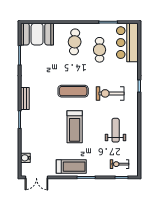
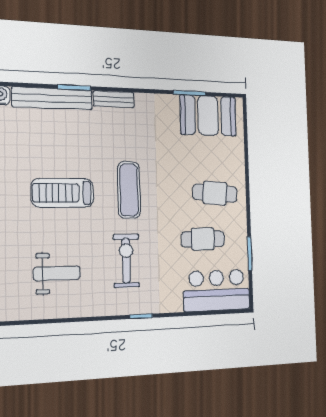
booth: (37, 34) -> (208, 116), moved, turned 90
bench: (26, 131) -> (52, 98), added

